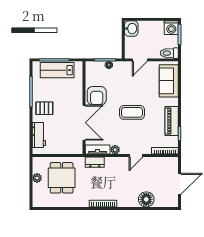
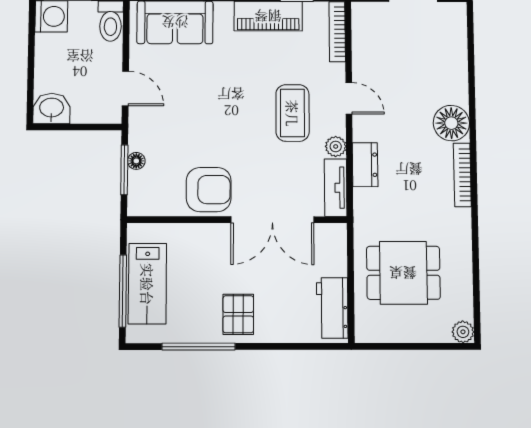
coffee table: (132, 112) -> (292, 113), moved
double door: (84, 123) -> (272, 220), swing flipped
workbench: (39, 135) -> (332, 308), moved, turned -90
dresser: (95, 162) -> (365, 165), moved
plant: (37, 178) -> (463, 332), moved
floor lamp: (146, 199) -> (451, 123), moved

